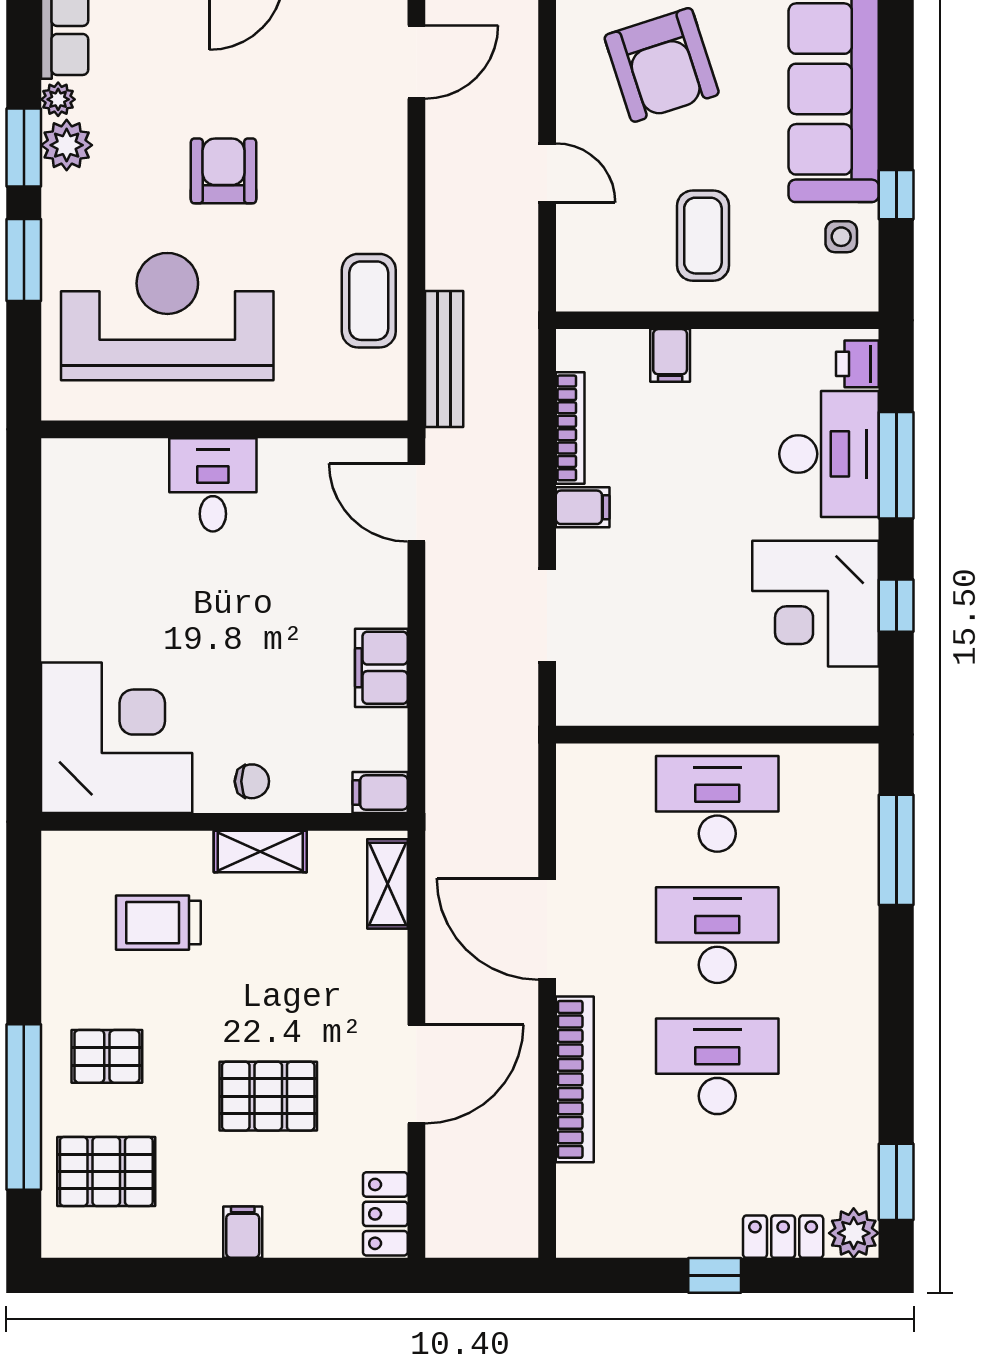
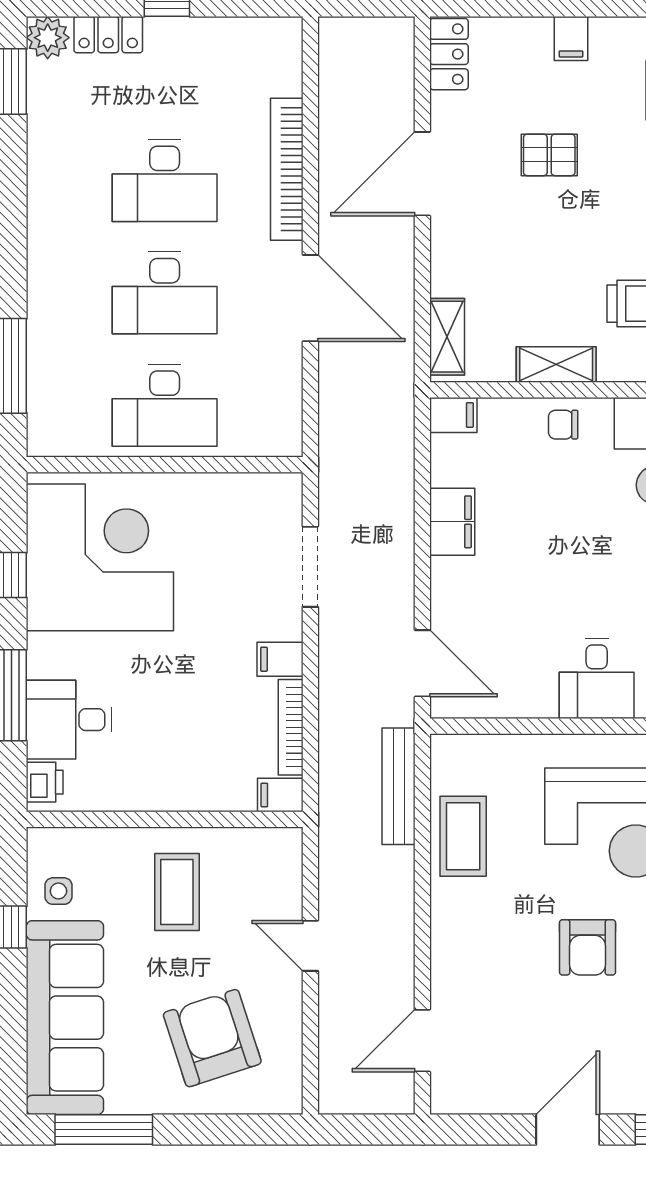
filing cabinet: (670, 355) -> (280, 795), moved, turned -90
desk: (829, 454) -> (69, 720), width x0.73
corner desk: (816, 604) -> (100, 557), width x1.36, depth x1.36
pallet: (268, 1096) -> (549, 155), width x0.67, depth x0.71

